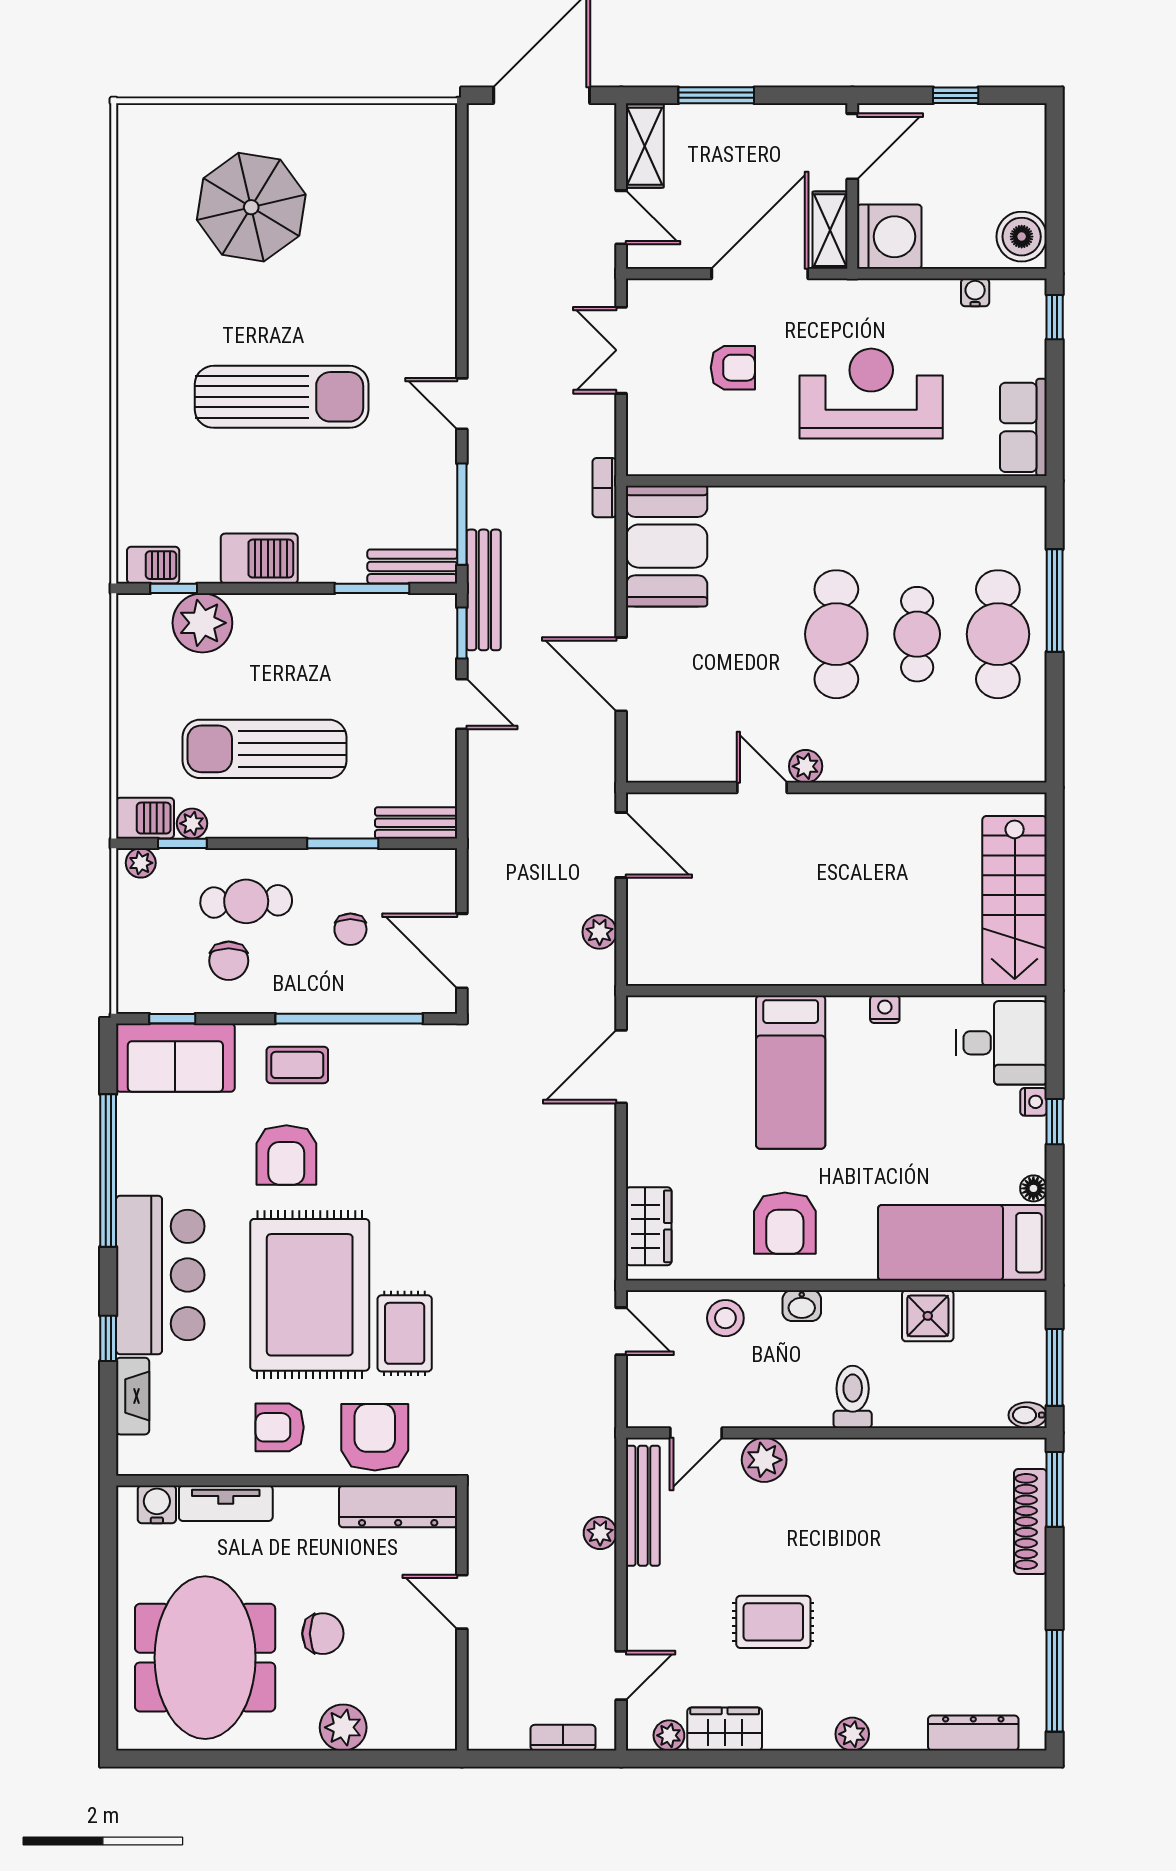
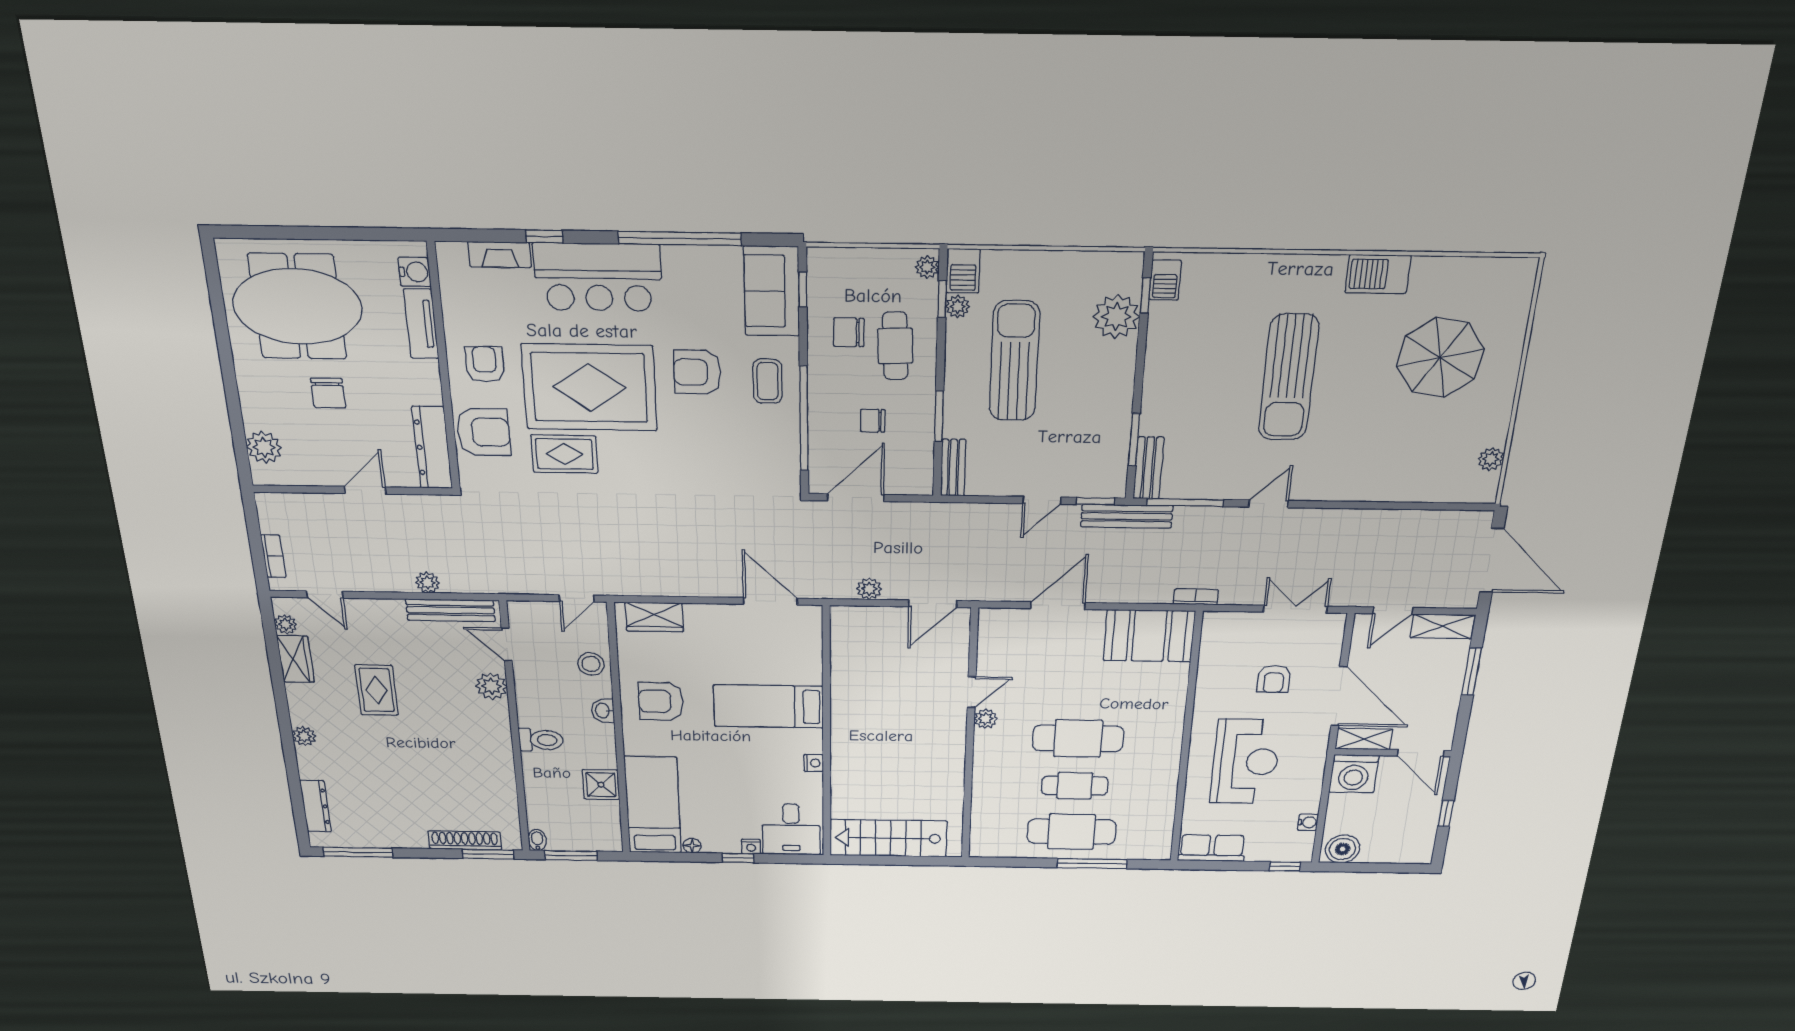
plant: (392, 120) -> (1491, 459), added
barbecue: (259, 559) -> (1378, 274), moved, turned 90
plant: (343, 1727) -> (264, 447), moved

